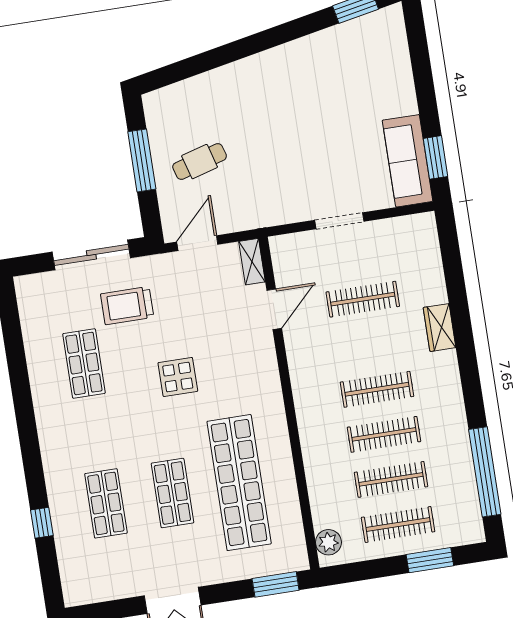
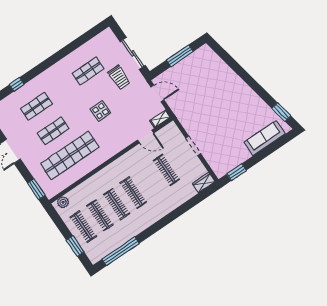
sofa: (408, 161) -> (265, 138), moved
cafe table: (200, 162) -> (190, 79), removed
trolley: (127, 306) -> (119, 77), turned 180
wardrobe: (439, 328) -> (204, 183), moved

